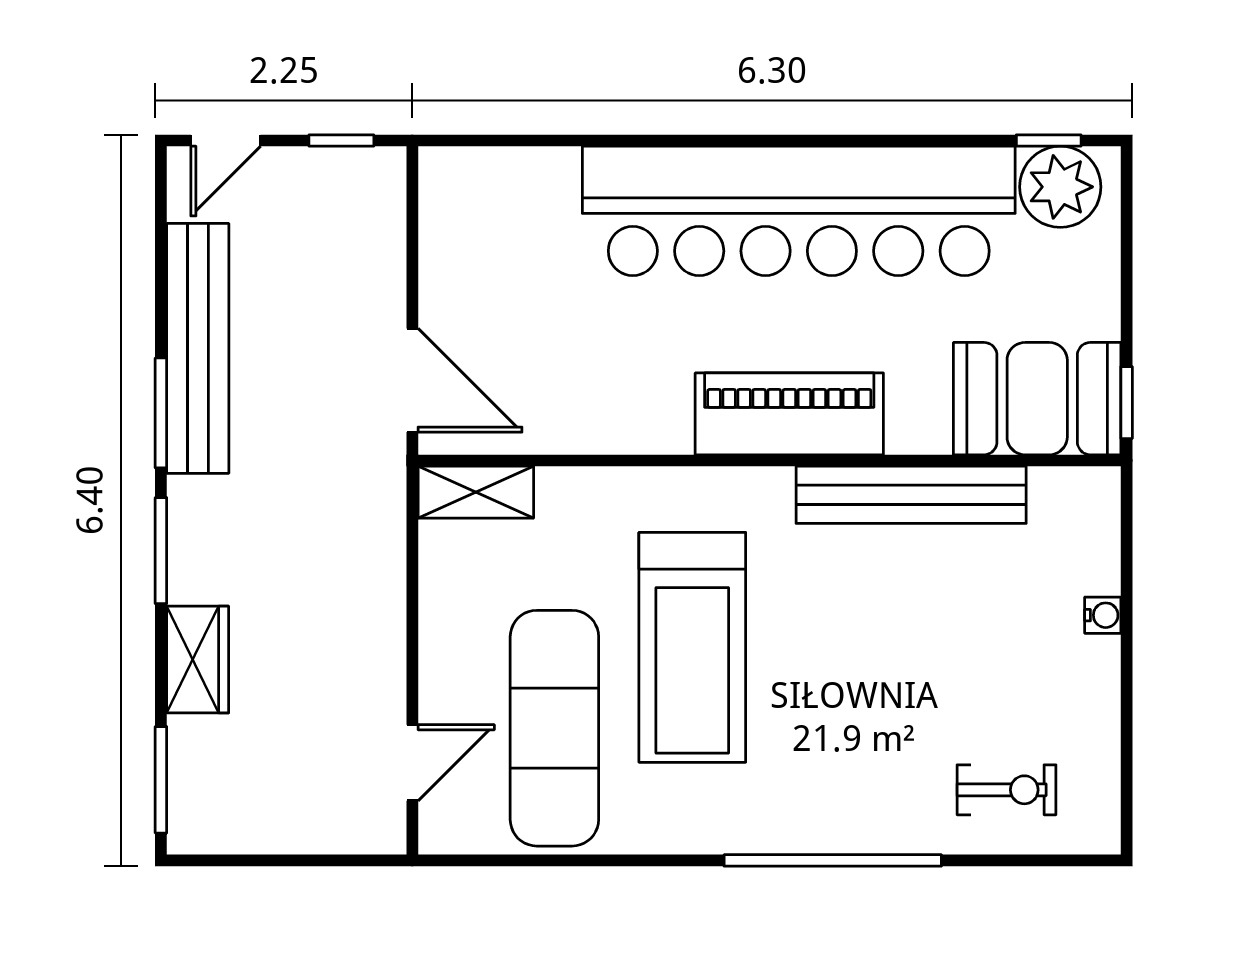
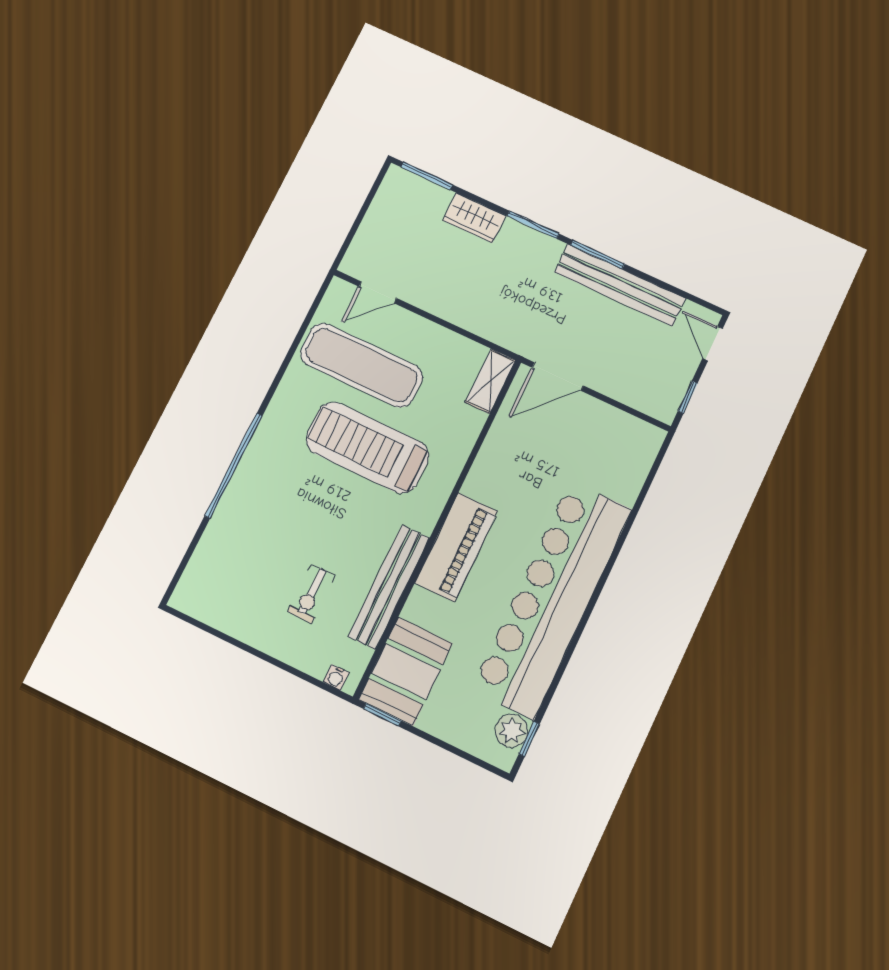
plant: (1060, 187) -> (512, 731), width x0.73, depth x0.73
water cooler: (1103, 615) -> (336, 677), moved
door: (412, 763) -> (378, 292), hinge flipped
exercise bike: (1007, 790) -> (311, 593), moved

